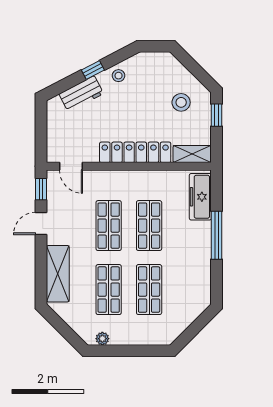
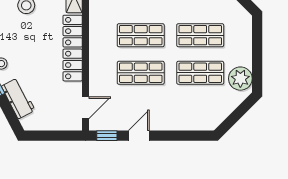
door: (41, 223) -> (139, 136), swing flipped
shelving: (58, 274) -> (186, 120), removed
plant: (102, 339) -> (240, 79), width x1.88, depth x1.88

